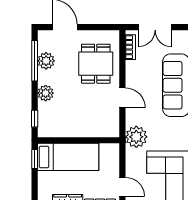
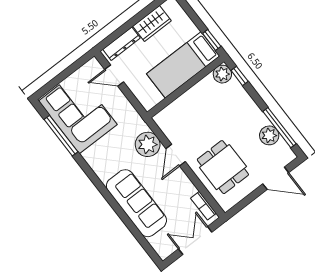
plant: (46, 93) -> (222, 74), moved
door: (122, 98) -> (176, 155), hinge flipped
plant: (136, 137) -> (148, 144), moved

